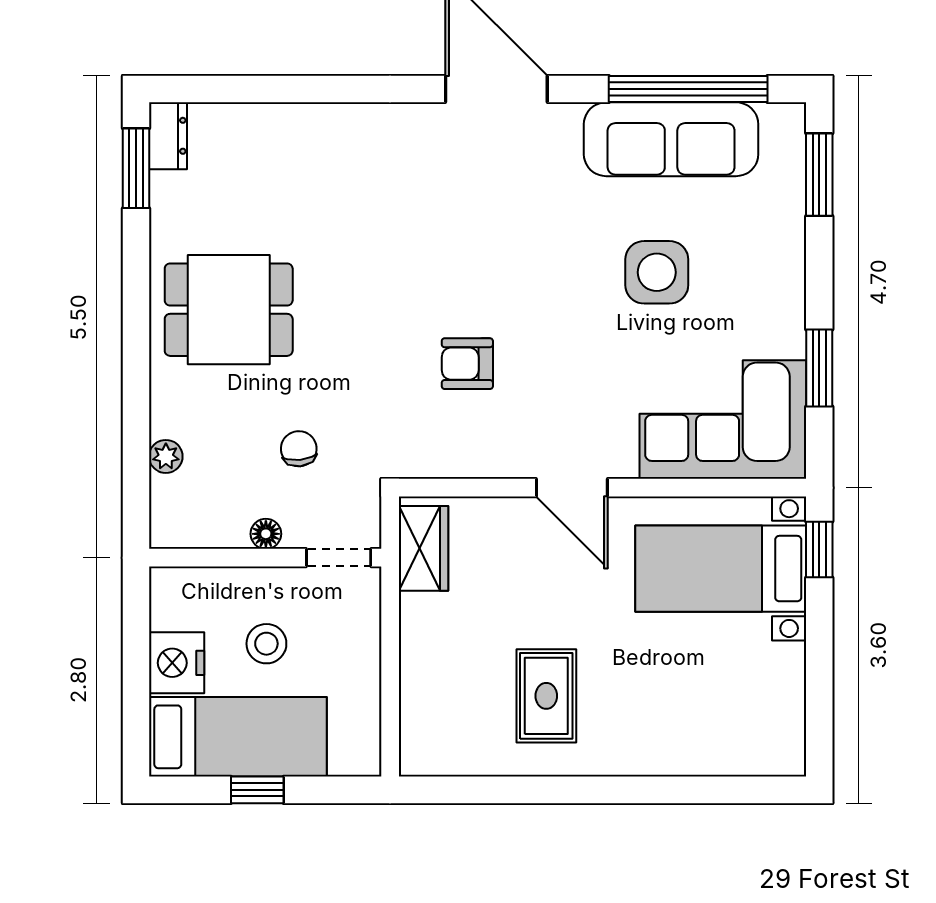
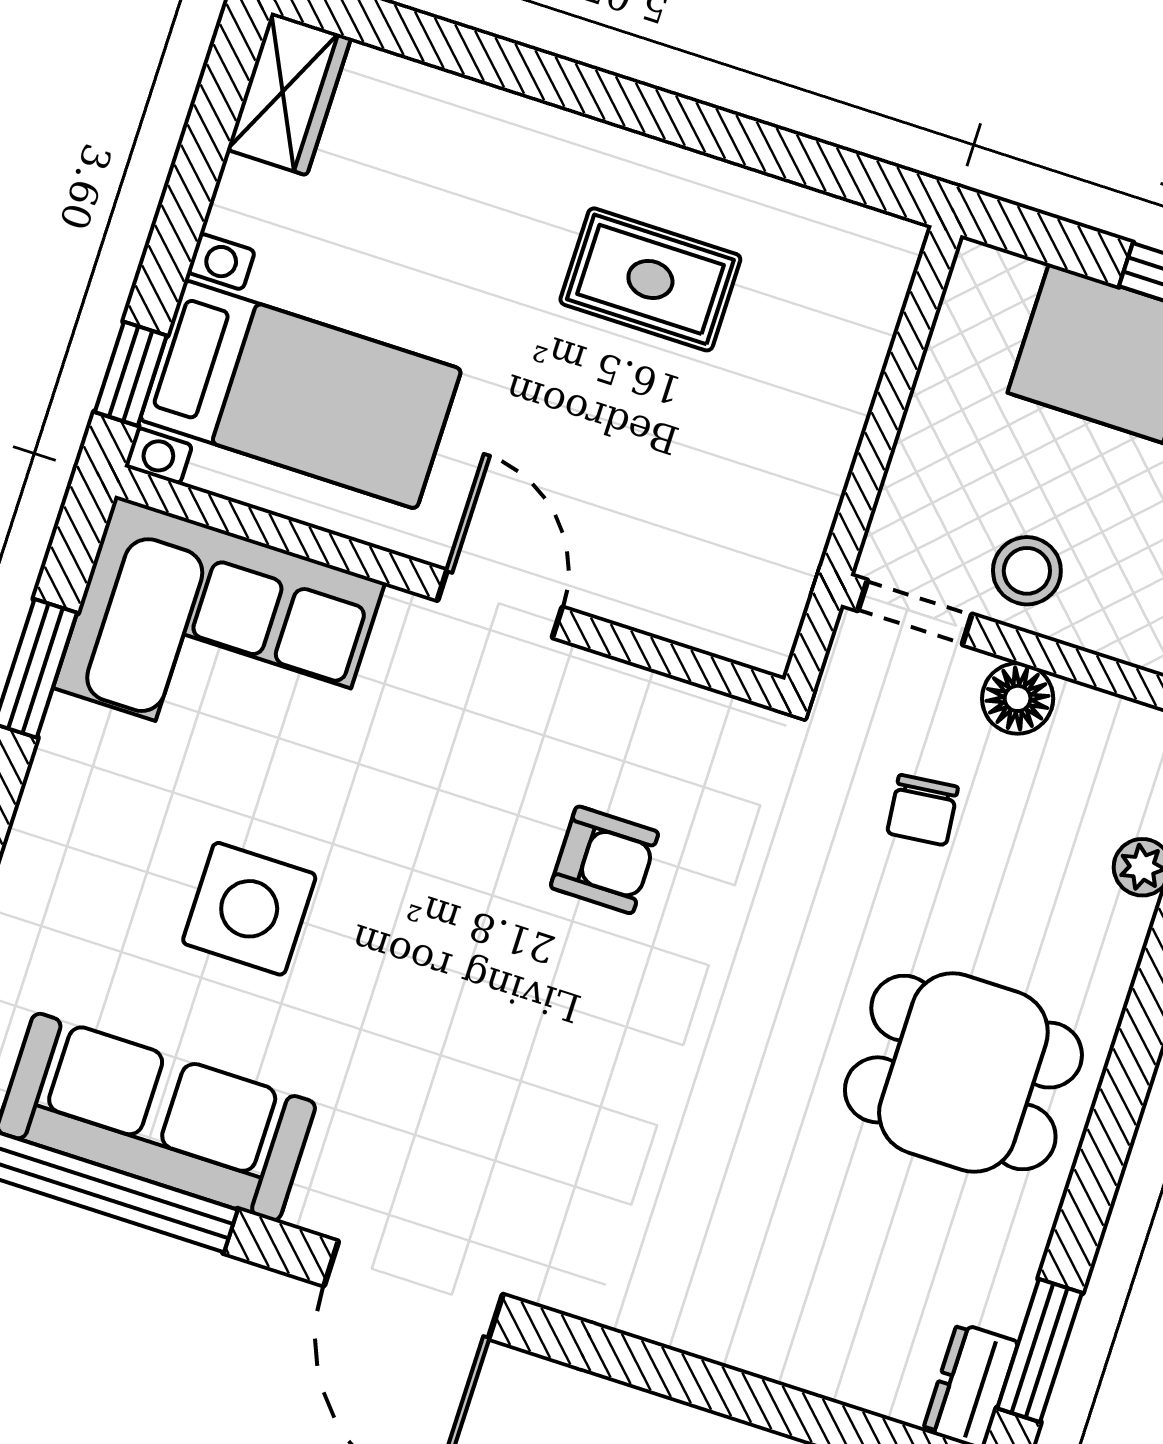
floor lamp: (266, 534) -> (1018, 698), width x1.37, depth x1.37
wardrobe: (423, 548) -> (289, 94), moved, turned 180
stool: (266, 644) -> (1027, 571), moved
rug: (546, 696) -> (650, 279), turned 90

